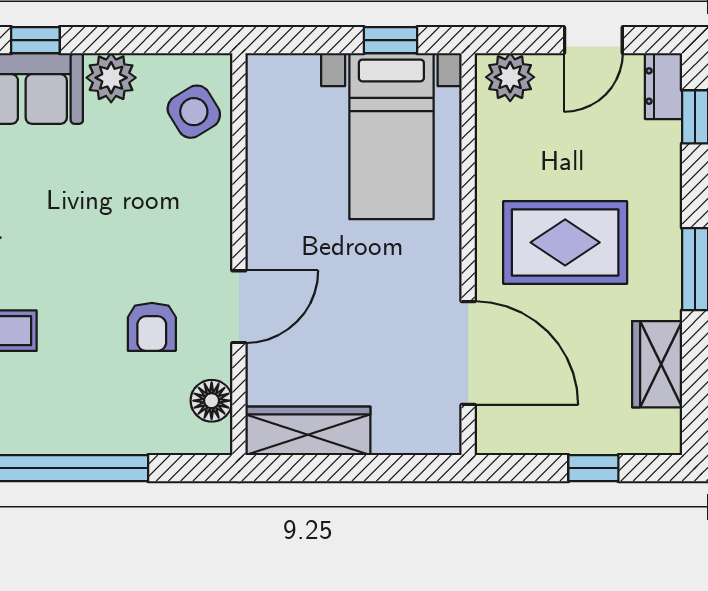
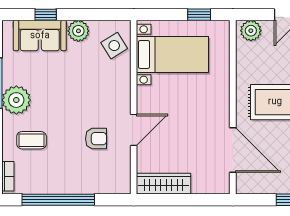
bed with nightstands: (391, 136) -> (172, 54), moved, turned -90
armchair: (152, 327) -> (96, 139), turned -90
floor lamp: (212, 401) -> (122, 171), removed

